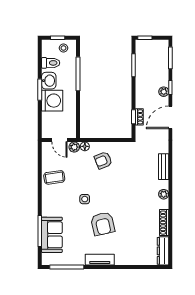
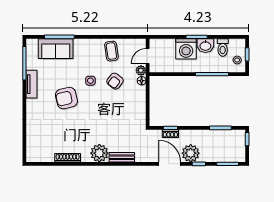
plant: (164, 92) -> (191, 153), width x1.88, depth x1.88
armchair: (103, 160) -> (115, 81), moved, turned -120
plant: (164, 194) -> (99, 153), width x1.88, depth x1.88
dresser: (163, 251) -> (40, 157), removed
tv unit: (100, 260) -> (31, 84), moved

